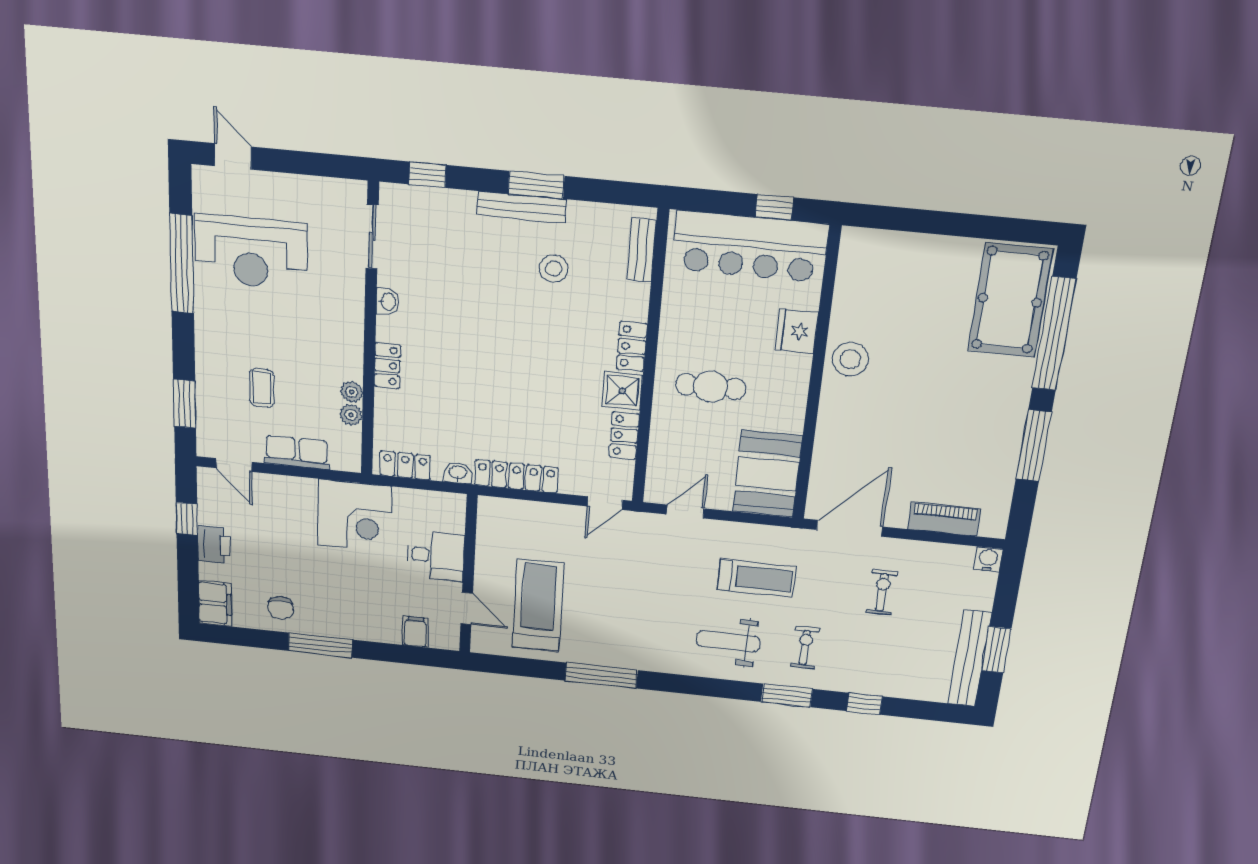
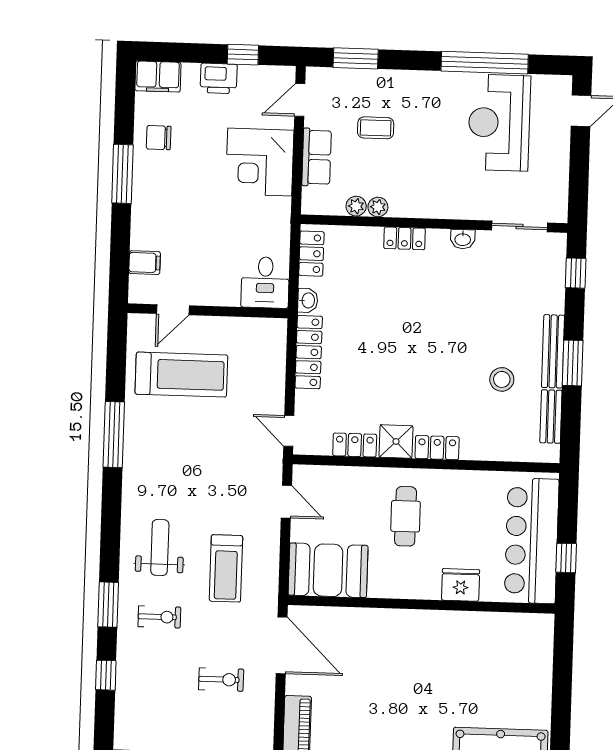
bench: (642, 250) -> (551, 417), moved, turned 90
stool: (850, 359) -> (439, 631), removed
corner desk: (355, 516) -> (260, 162), moved
desk: (436, 556) -> (265, 282), moved

